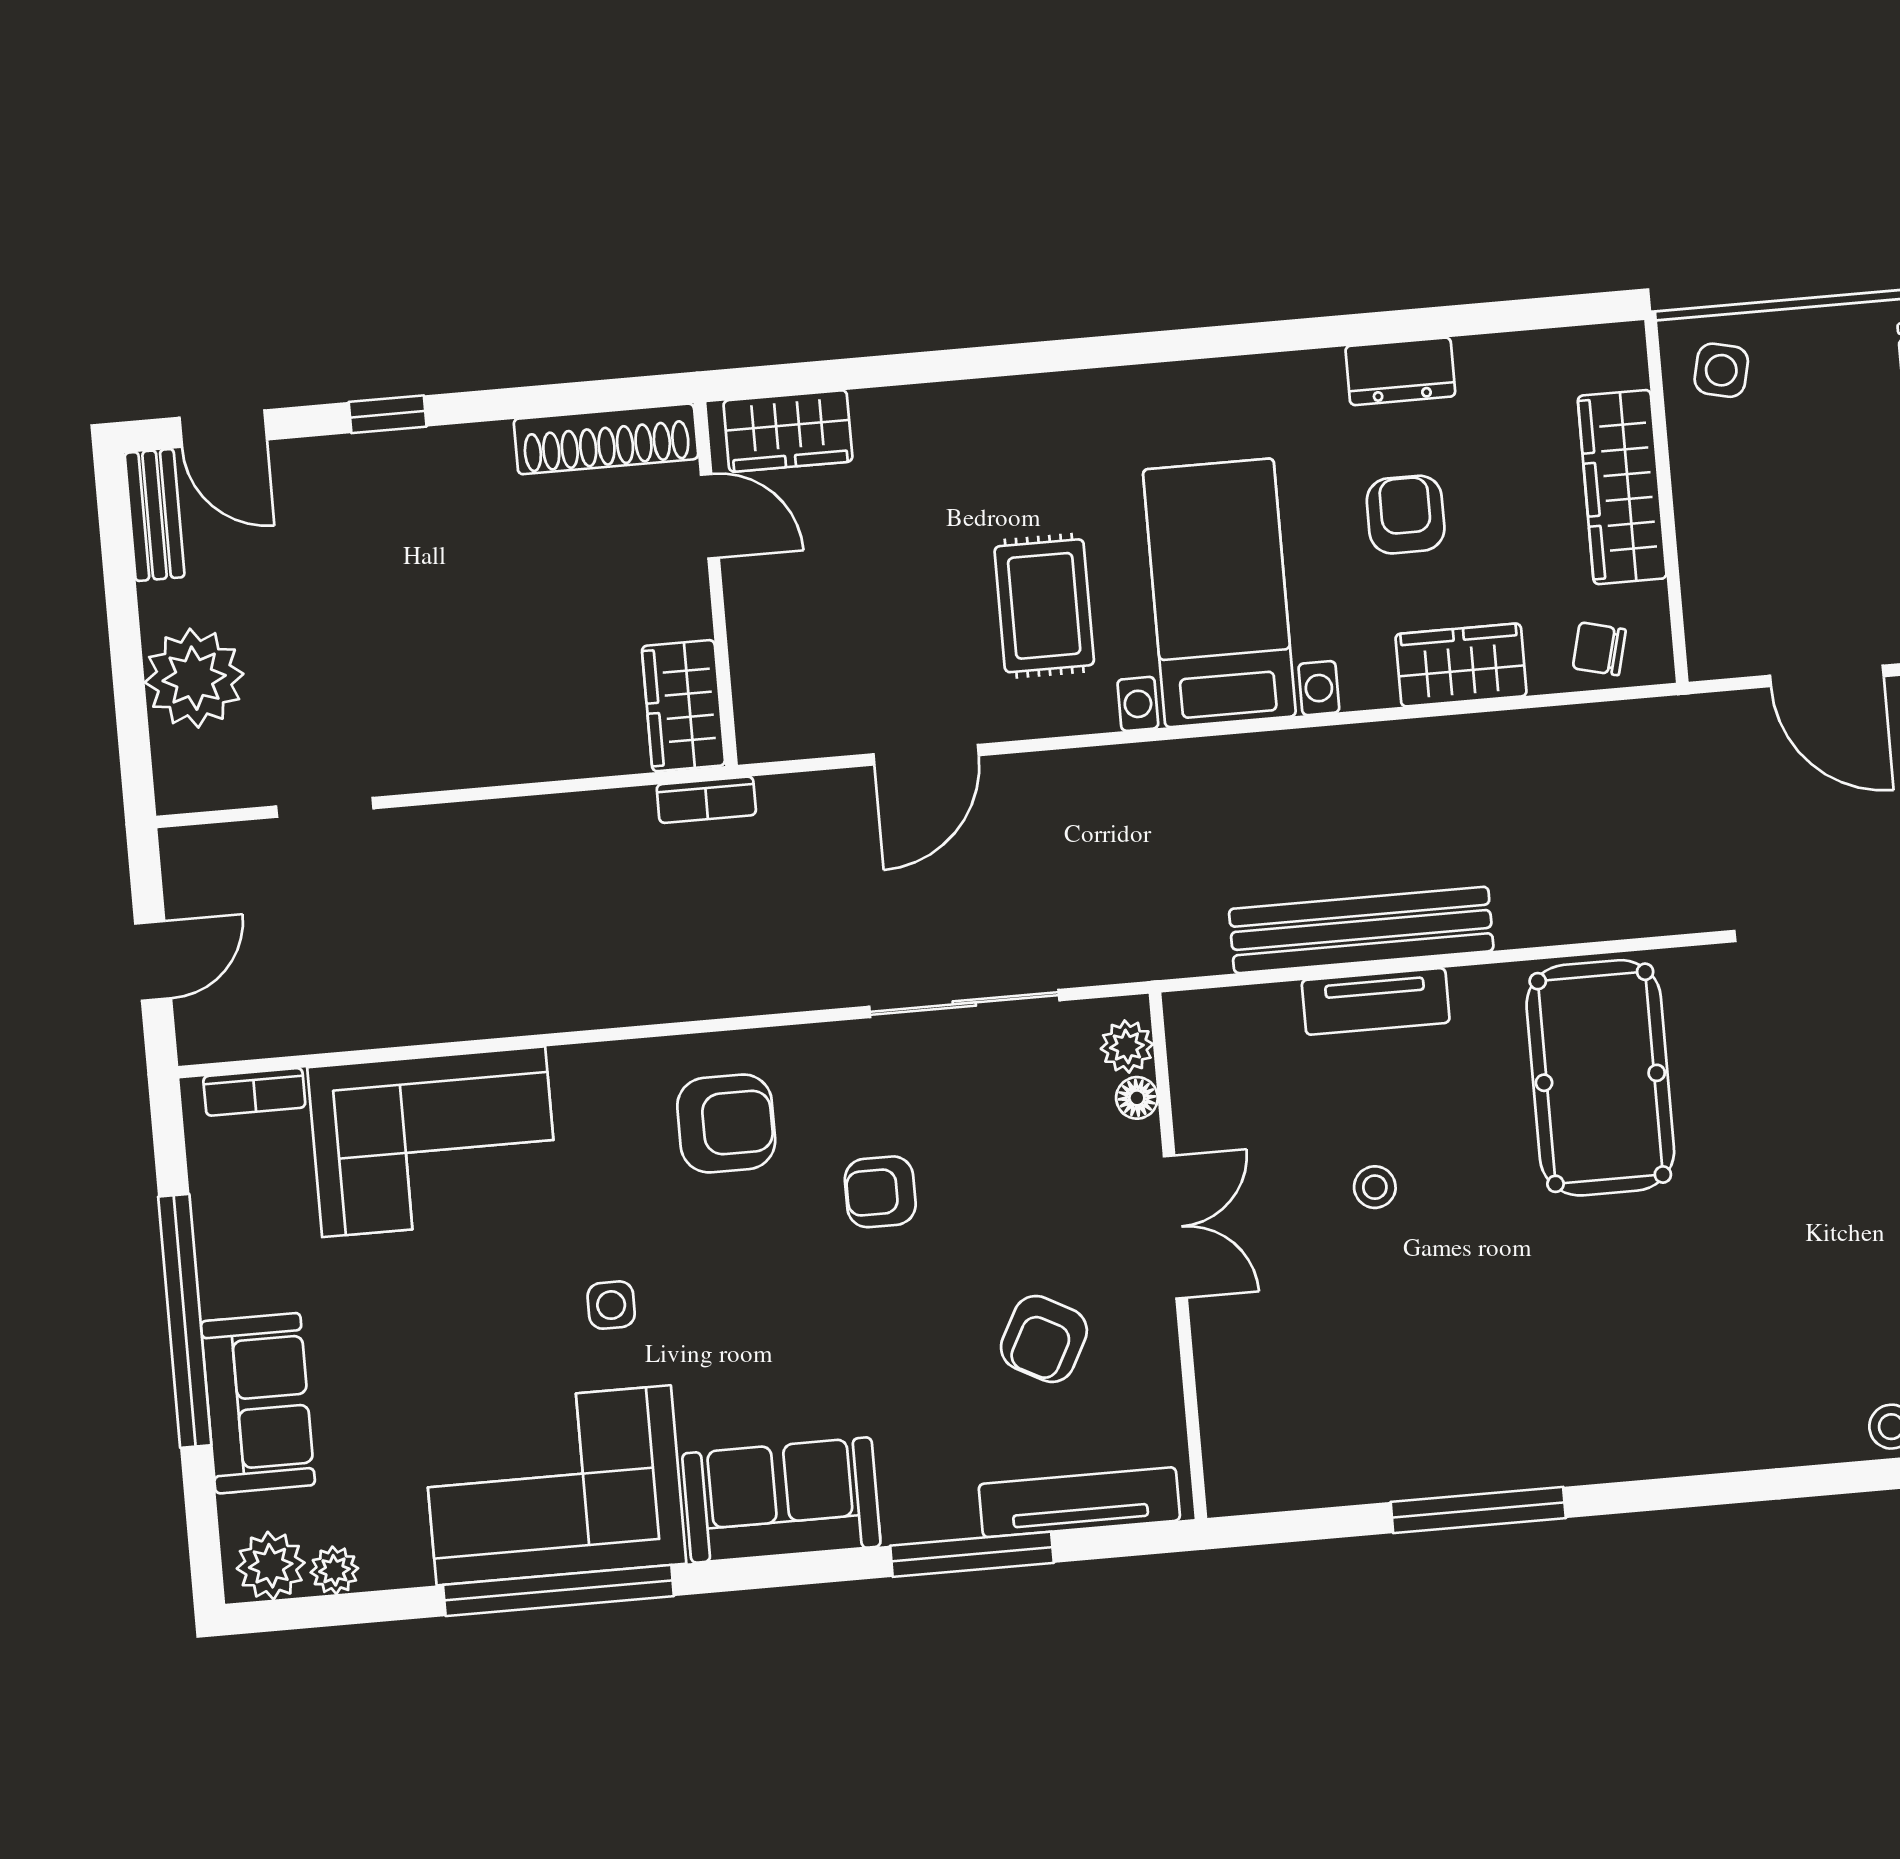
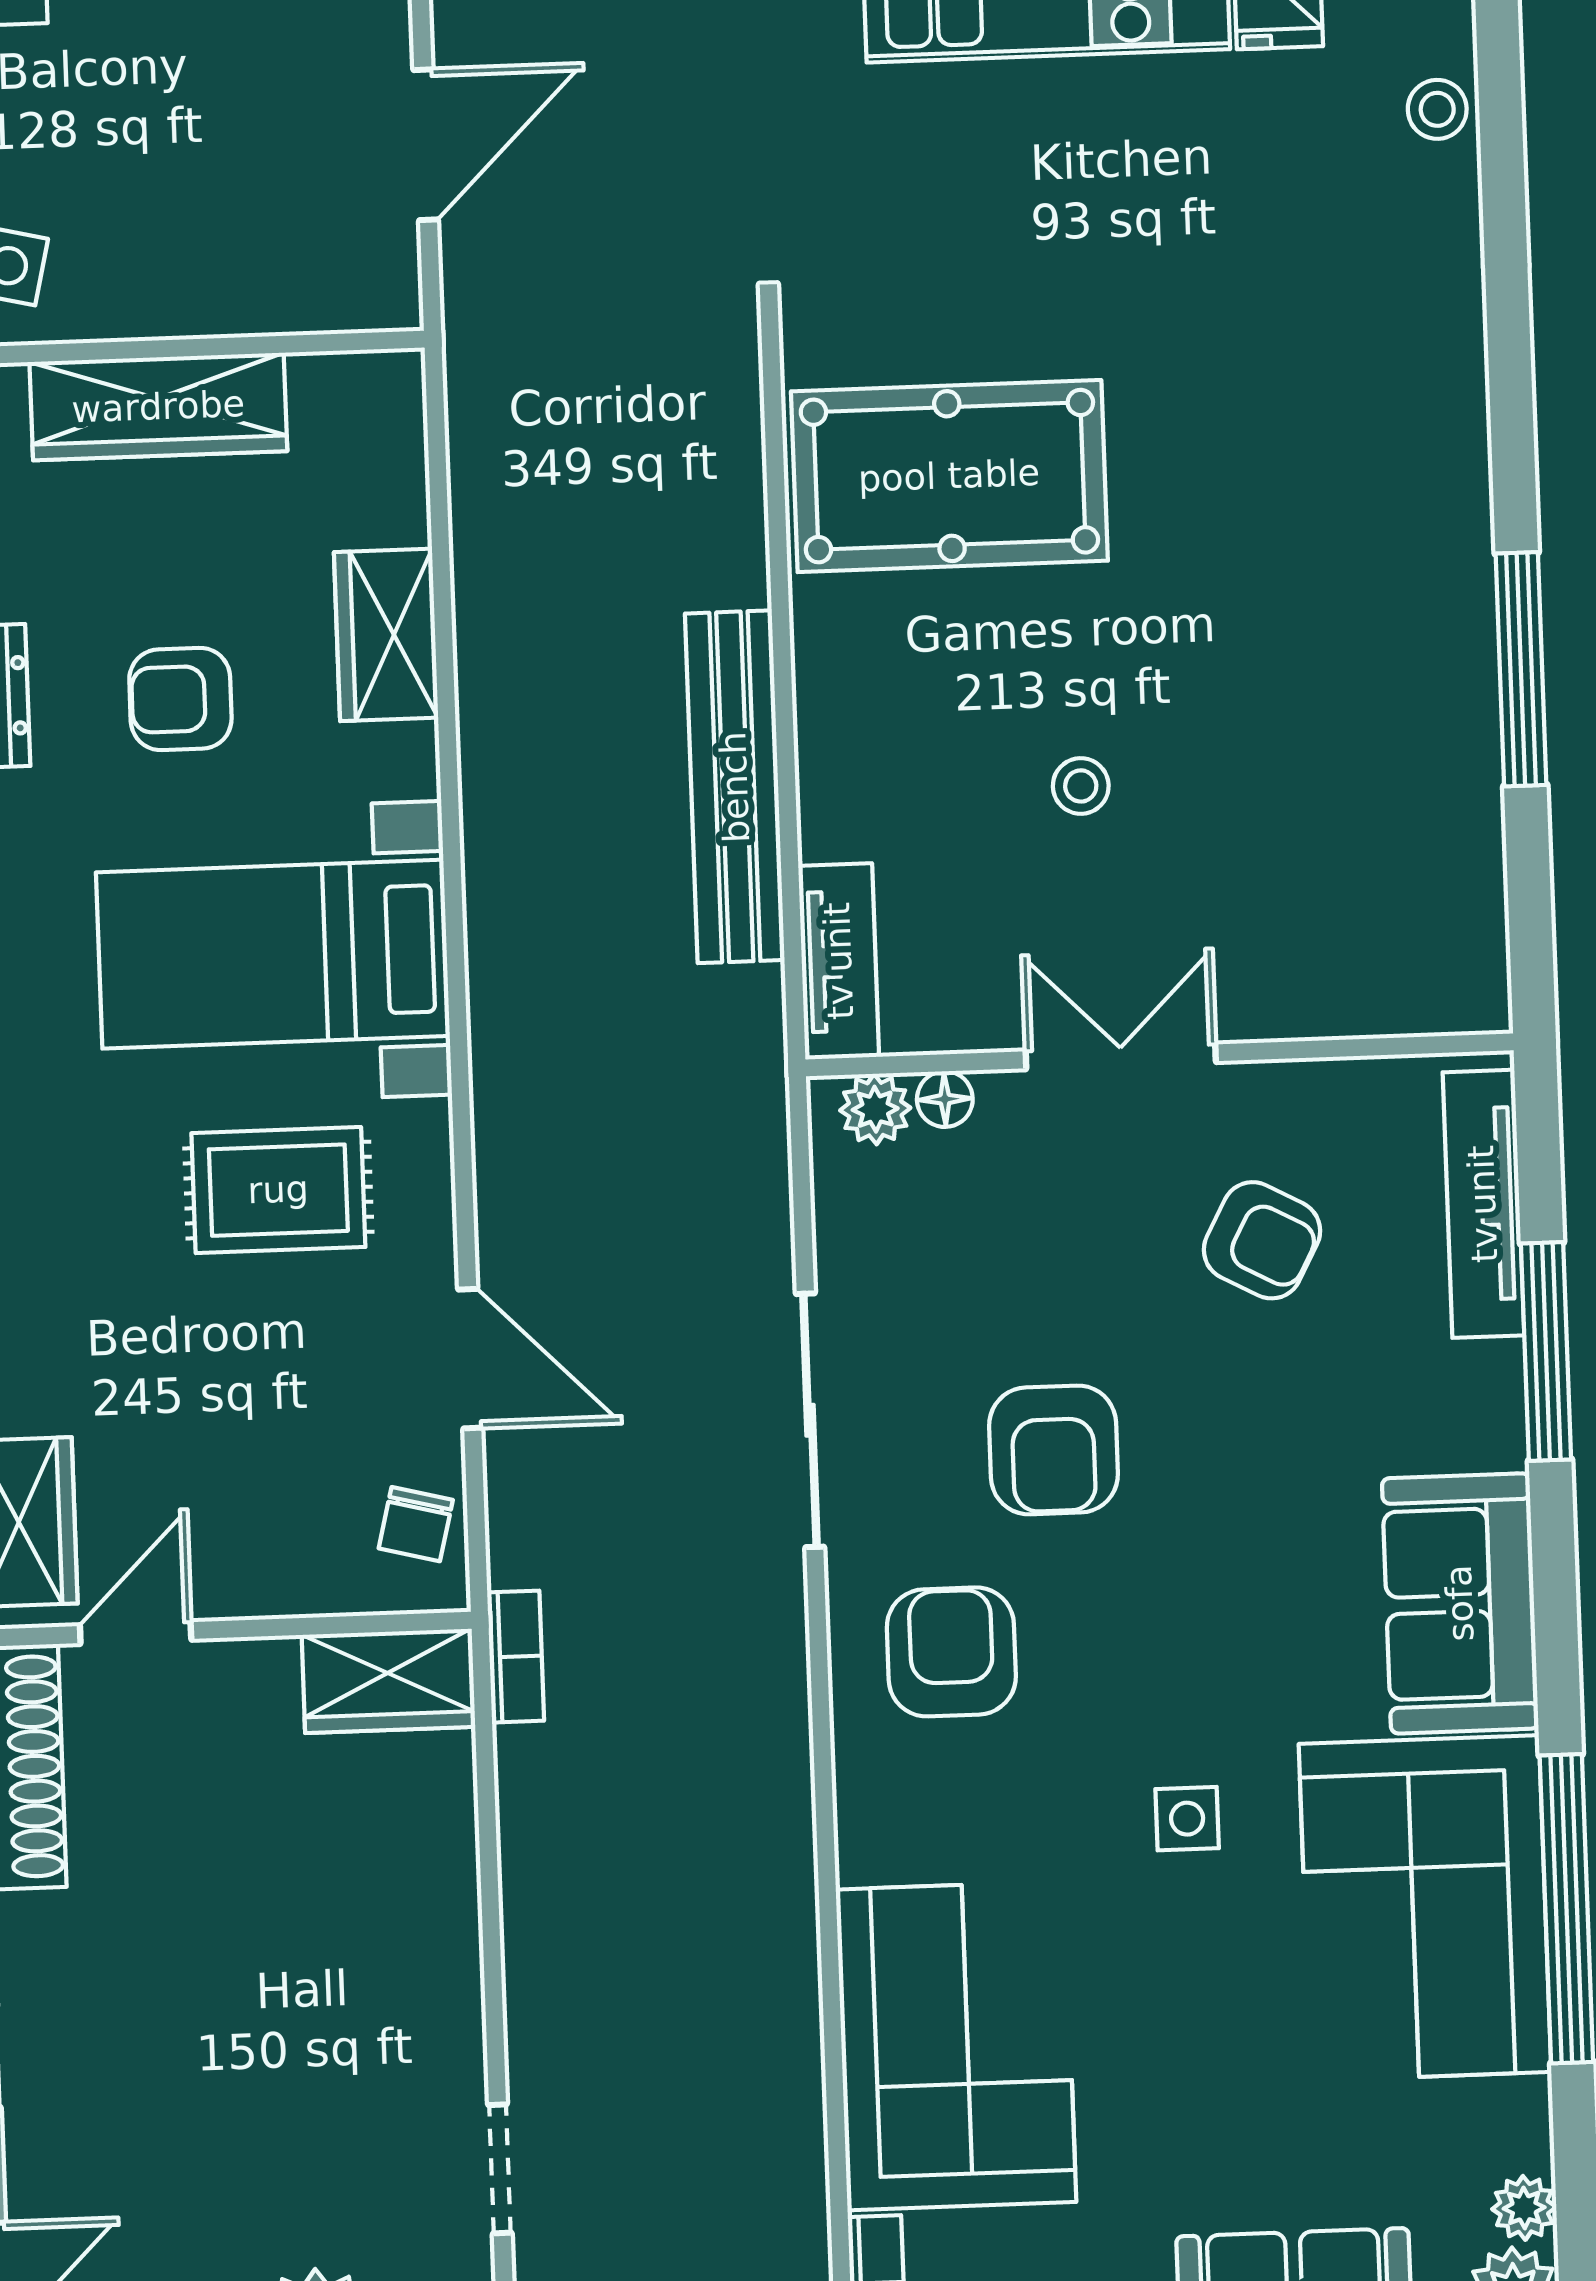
chair: (1599, 649) -> (416, 1524), moved
tv unit: (1376, 1001) -> (839, 961), moved
sliding door: (964, 1003) -> (810, 1420), moved
armchair: (880, 1192) -> (1053, 1450), width x1.38, depth x1.38

